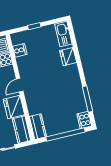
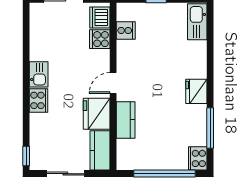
fridge: (68, 57) -> (196, 91), moved
kitchen counter: (38, 127) -> (126, 120), moved

